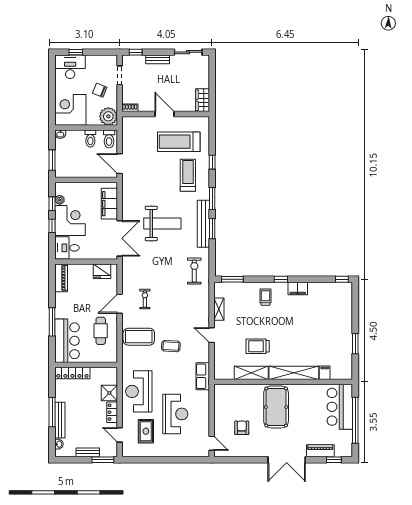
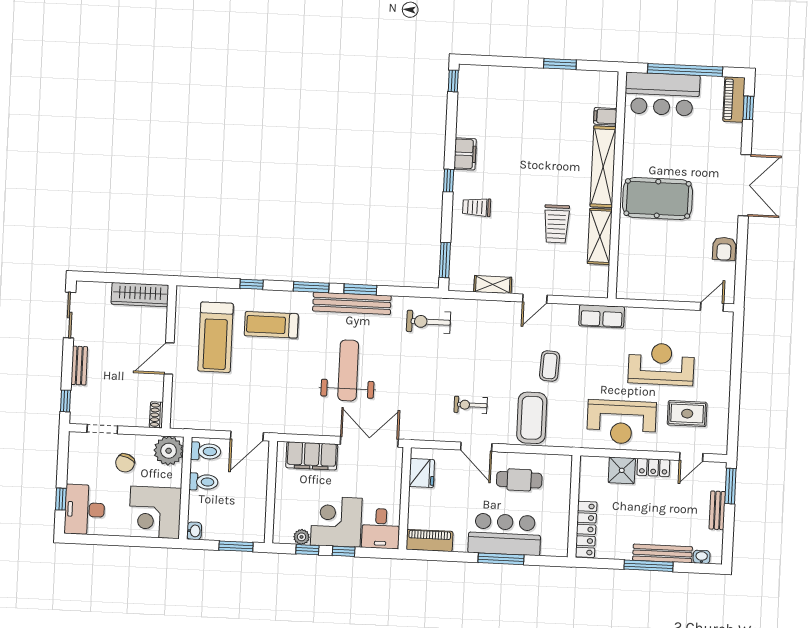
wardrobe: (203, 100) -> (140, 295), width x1.50
bar counter: (67, 341) -> (505, 534), moved
armchair: (242, 428) -> (724, 249), moved, turned -90
piano: (320, 451) -> (734, 99), moved

